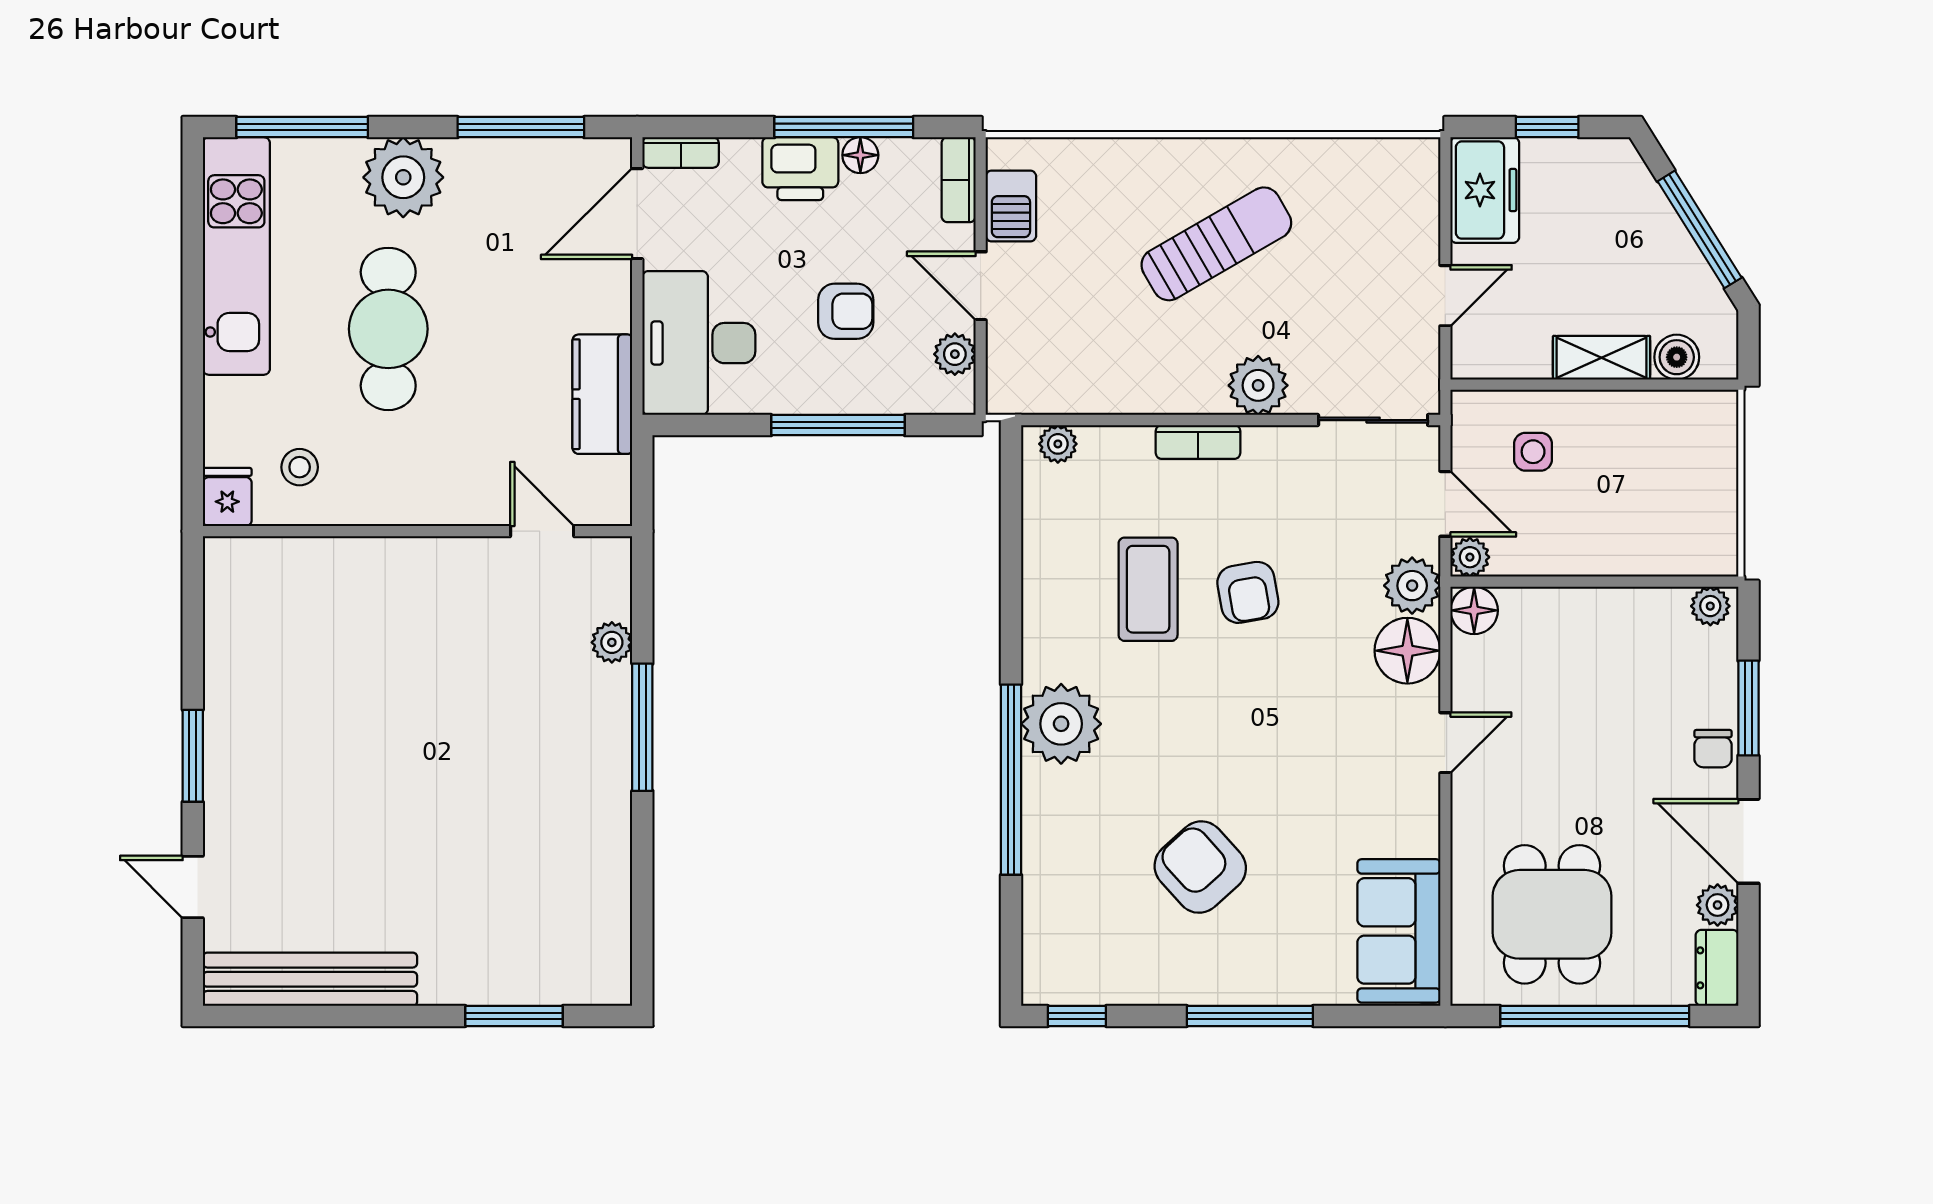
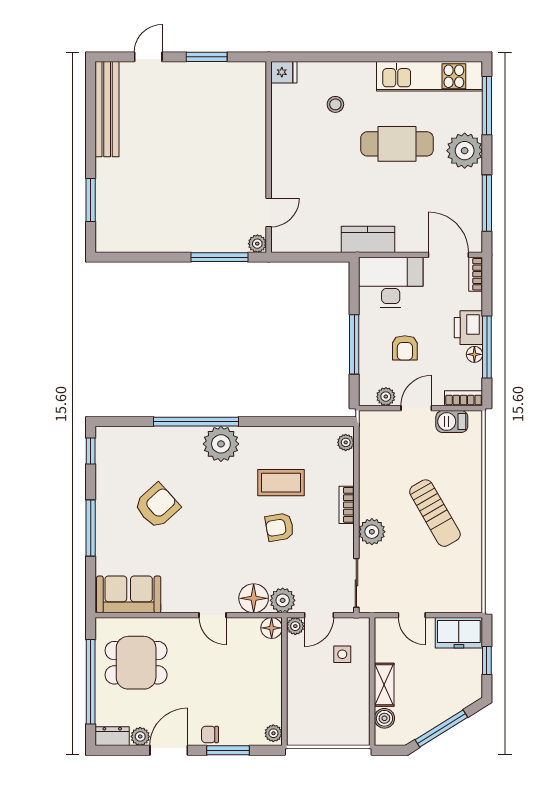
fridge: (227, 497) -> (284, 72), moved
wall: (418, 531) -> (269, 157), moved
door: (542, 531) -> (269, 213), moved

